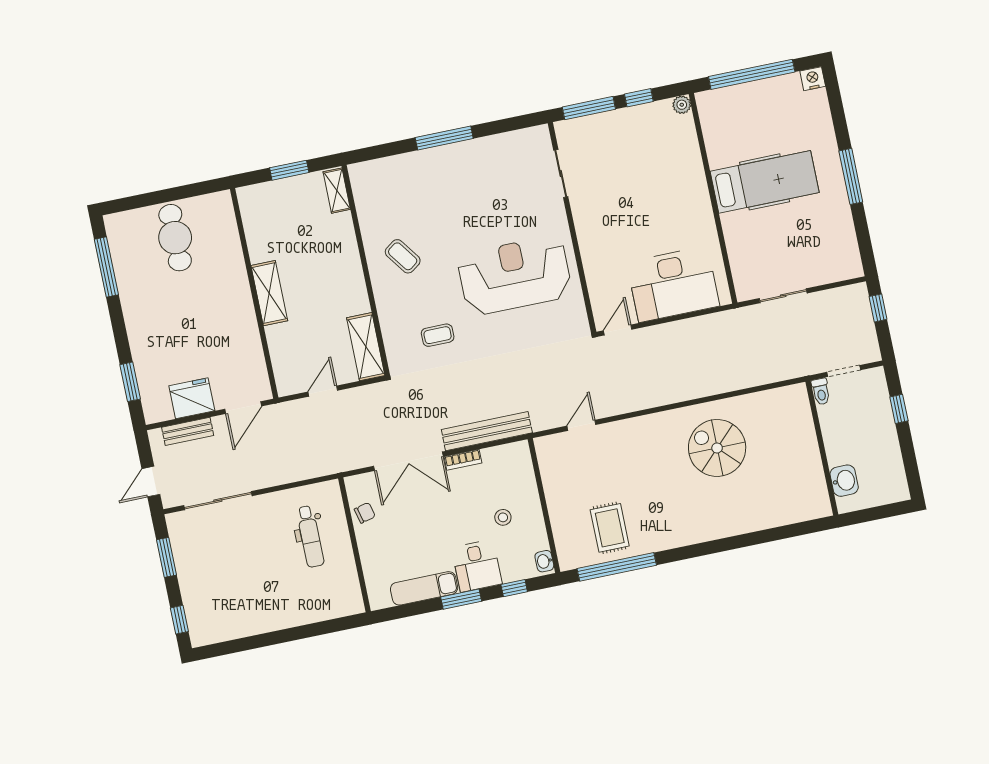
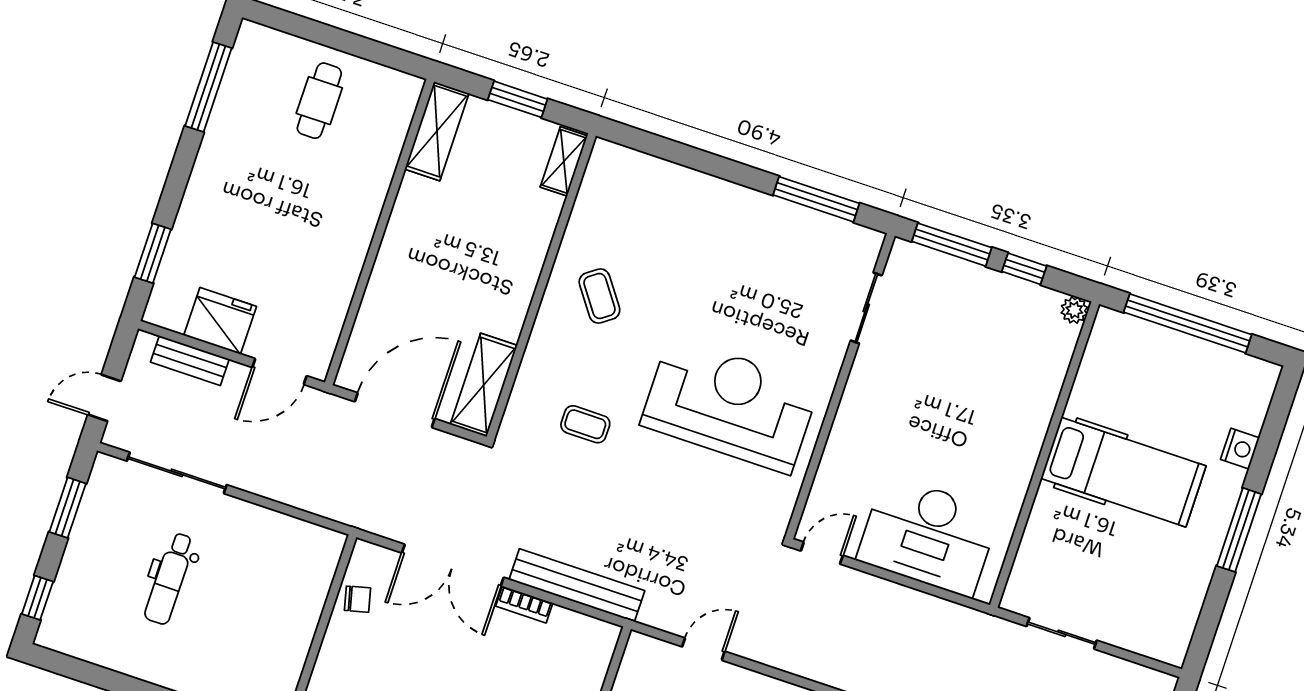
nightstand: (813, 79) -> (1240, 449), moved, turned 90
window: (444, 138) -> (816, 199), moved
cafe table: (175, 238) -> (319, 101), width x0.73, depth x0.74
shelving: (269, 293) -> (437, 131), moved
door: (323, 391) -> (395, 410), width x1.87
dental chair: (310, 536) -> (169, 579), moved

